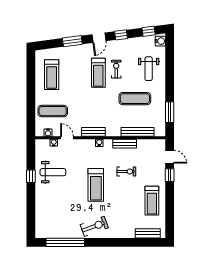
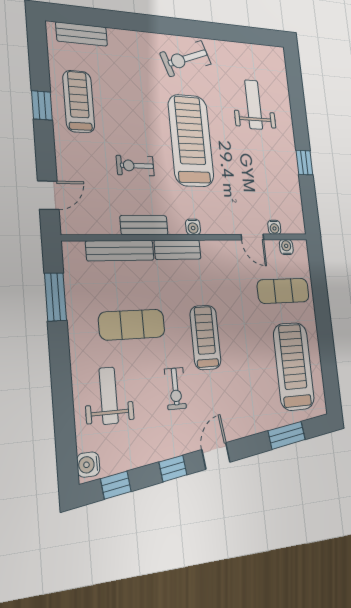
window: (72, 41) -> (287, 435), moved
treadmill: (98, 73) -> (205, 337), moved
treadmill: (52, 75) -> (294, 366), width x1.37, depth x1.38
bench: (93, 132) -> (178, 250), moved
door: (170, 157) -> (48, 195), swing flipped
weight bench: (53, 172) -> (254, 105), moved, turned 90
window: (170, 175) -> (42, 105), moved
treadmill: (96, 185) -> (191, 140), width x1.37, depth x1.38
window: (65, 242) -> (234, 33), removed

